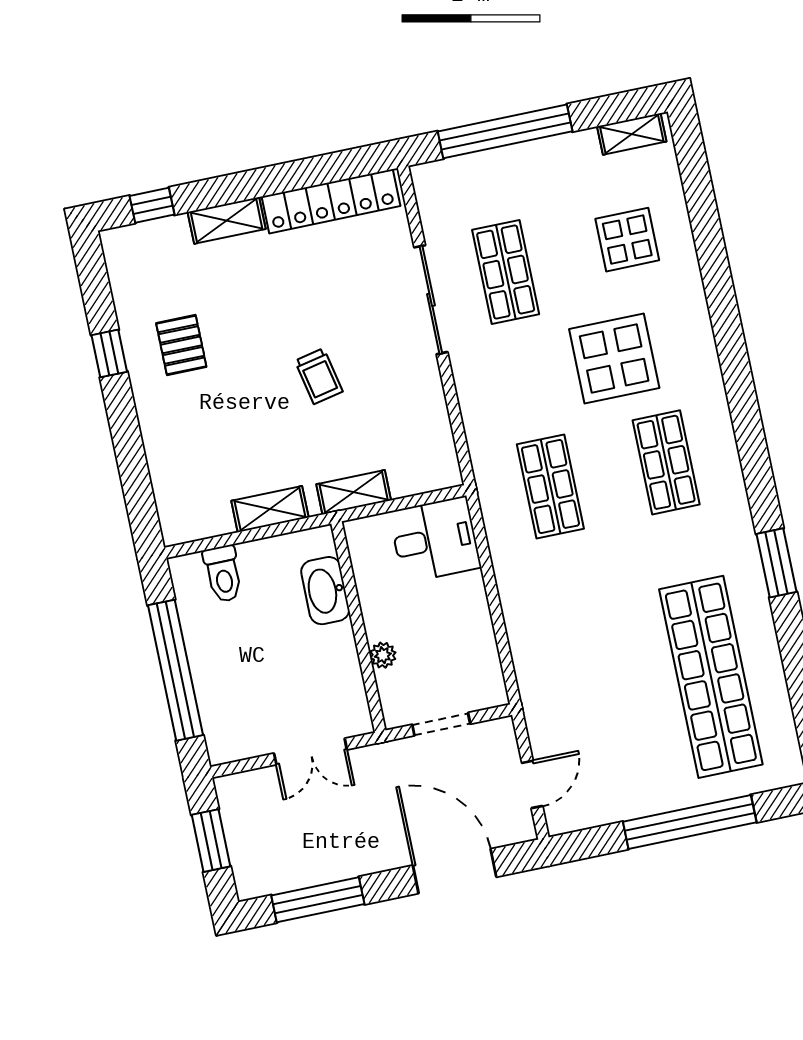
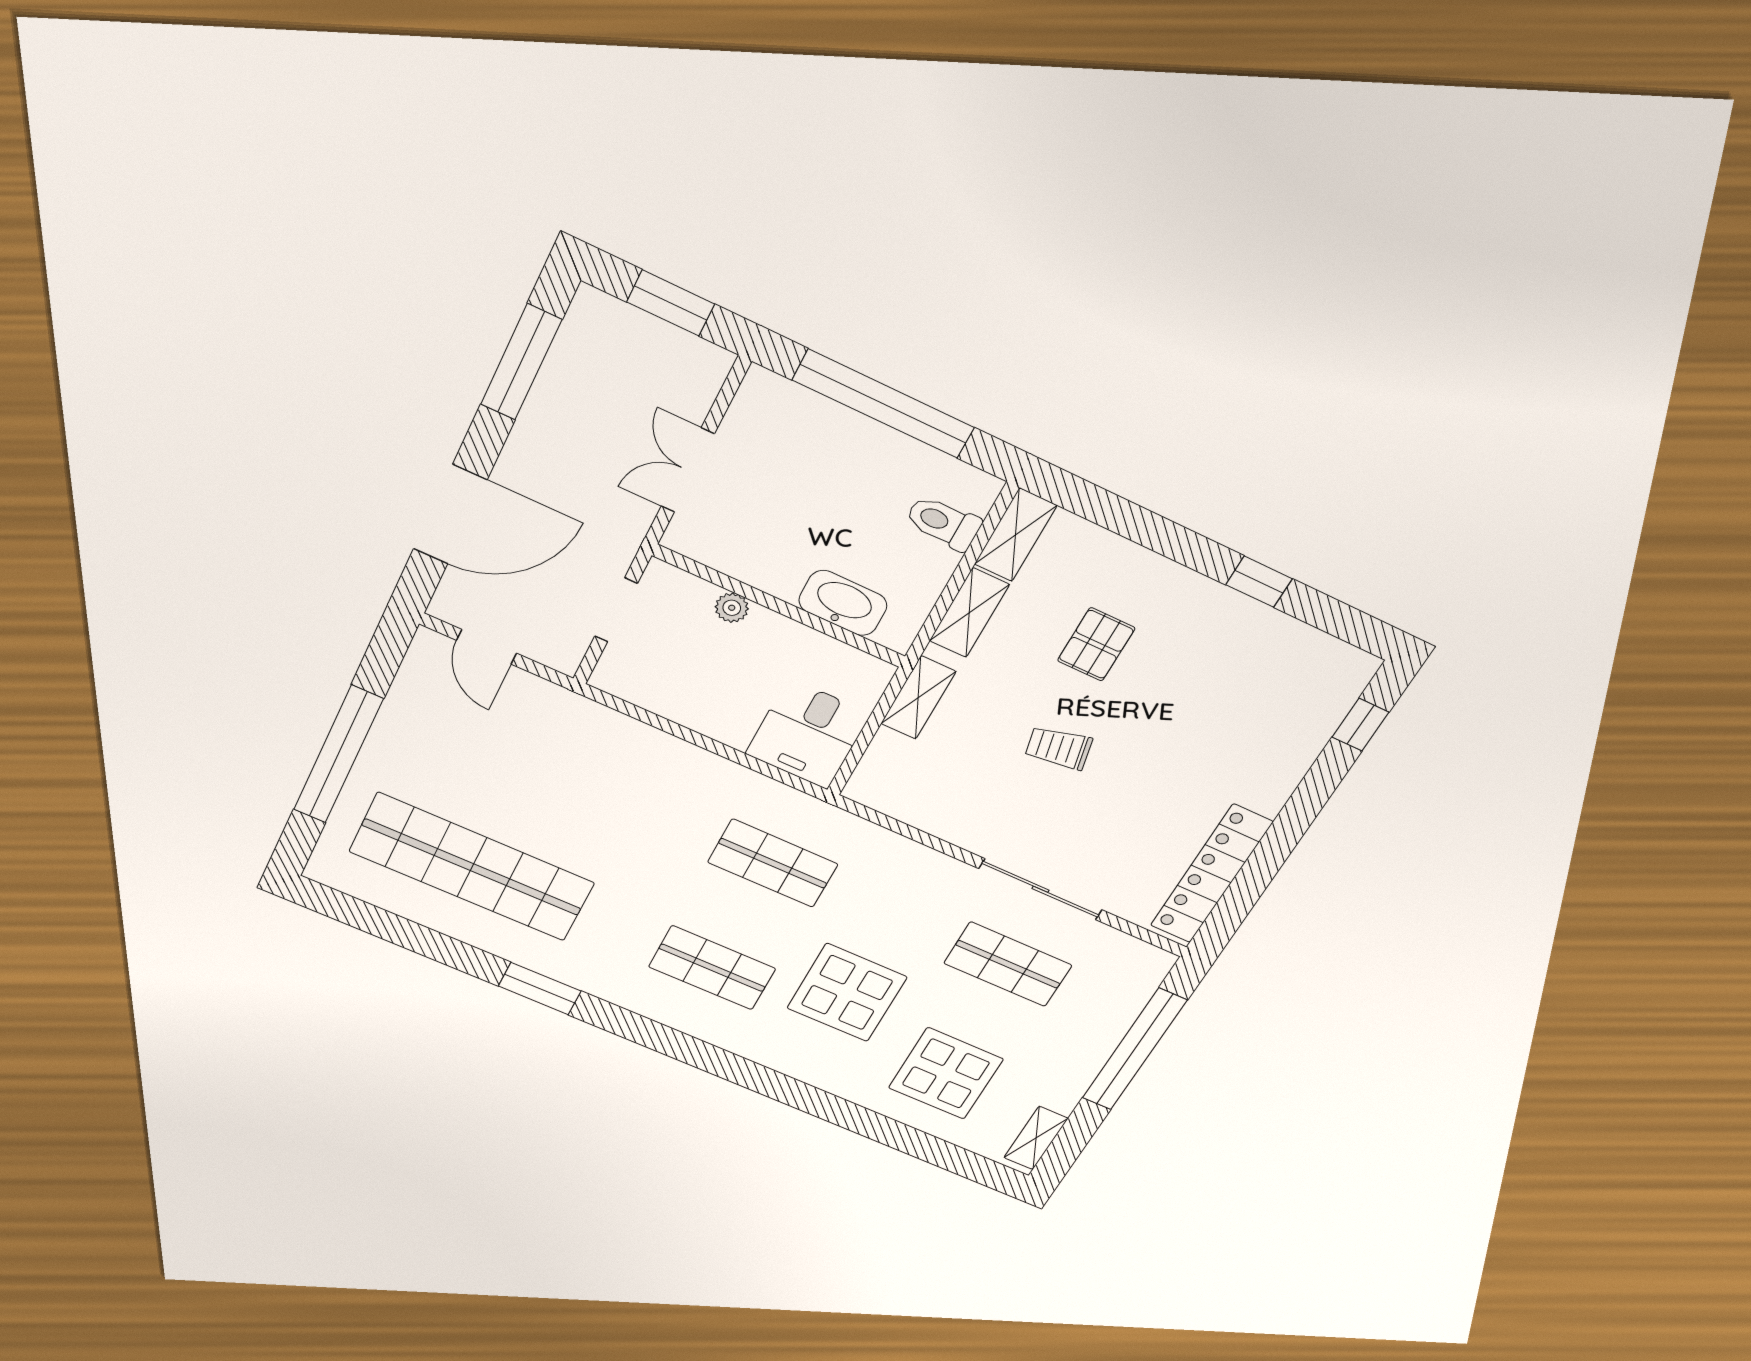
shelving: (227, 220) -> (1016, 535), moved
display table: (627, 240) -> (946, 1073), width x1.36, depth x1.36
pallet: (181, 345) -> (1096, 644), moved, turned 90

